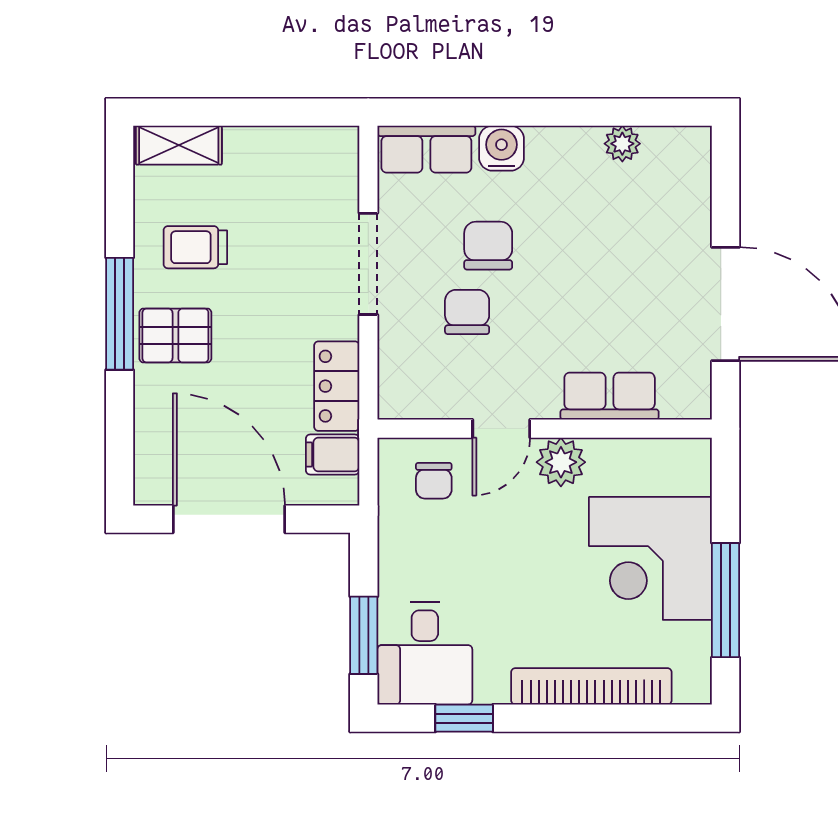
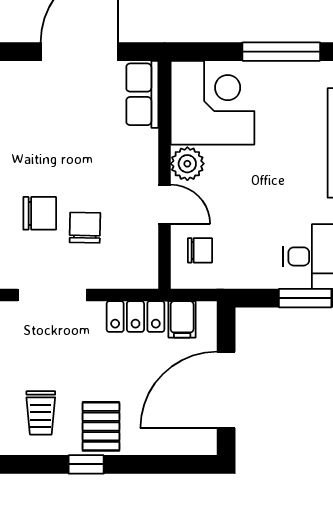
chair: (488, 246) -> (40, 213), turned 180
chair: (467, 312) -> (85, 228), turned 91
window: (120, 314) -> (86, 464), width x0.46
row of seats: (610, 396) -> (142, 94), moved
corner desk: (650, 558) -> (213, 103), moved, turned -90

